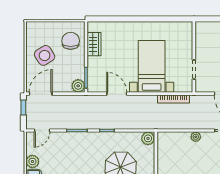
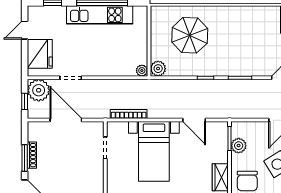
plant: (78, 86) -> (239, 146), moved
plant: (196, 137) -> (142, 71), moved

